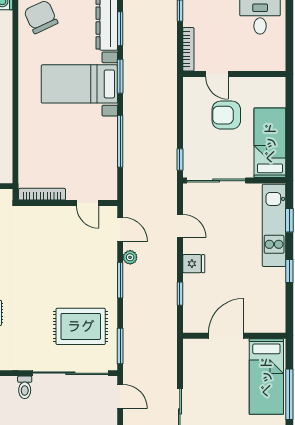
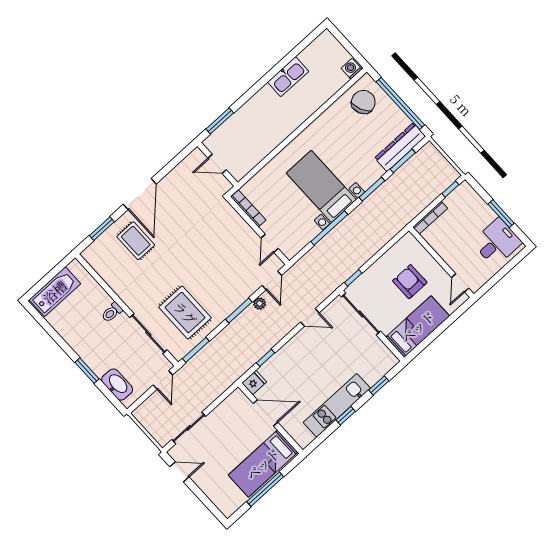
door: (217, 74) -> (460, 283), moved
bed with nightstands: (79, 84) -> (321, 186), moved
kitchen unit: (274, 225) -> (337, 405), moved
door: (180, 226) -> (310, 317), hinge flipped
fridge: (194, 264) -> (254, 383), moved, turned -90
sliding door: (70, 373) -> (148, 334), width x0.73

